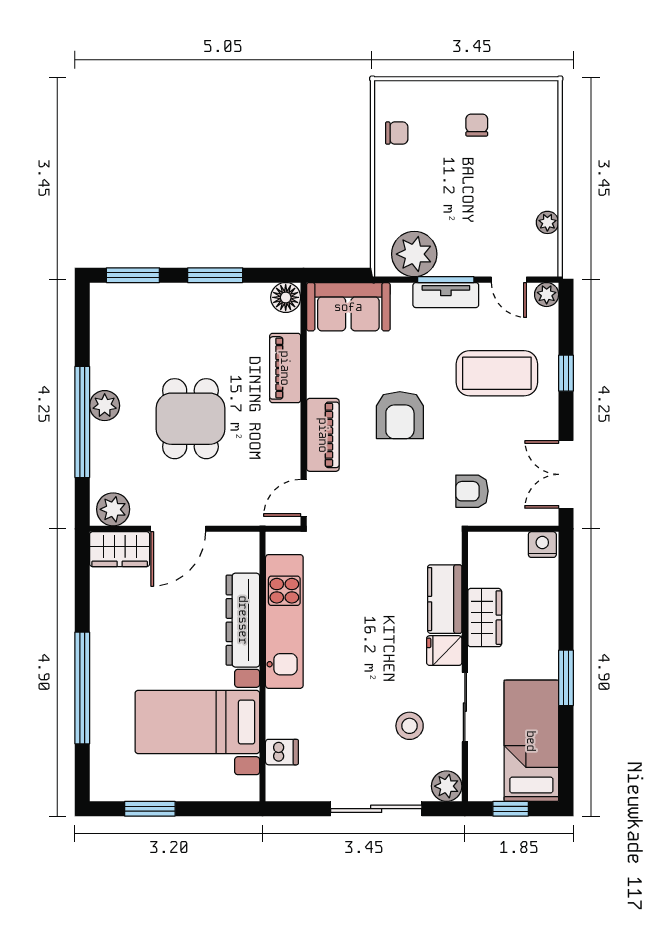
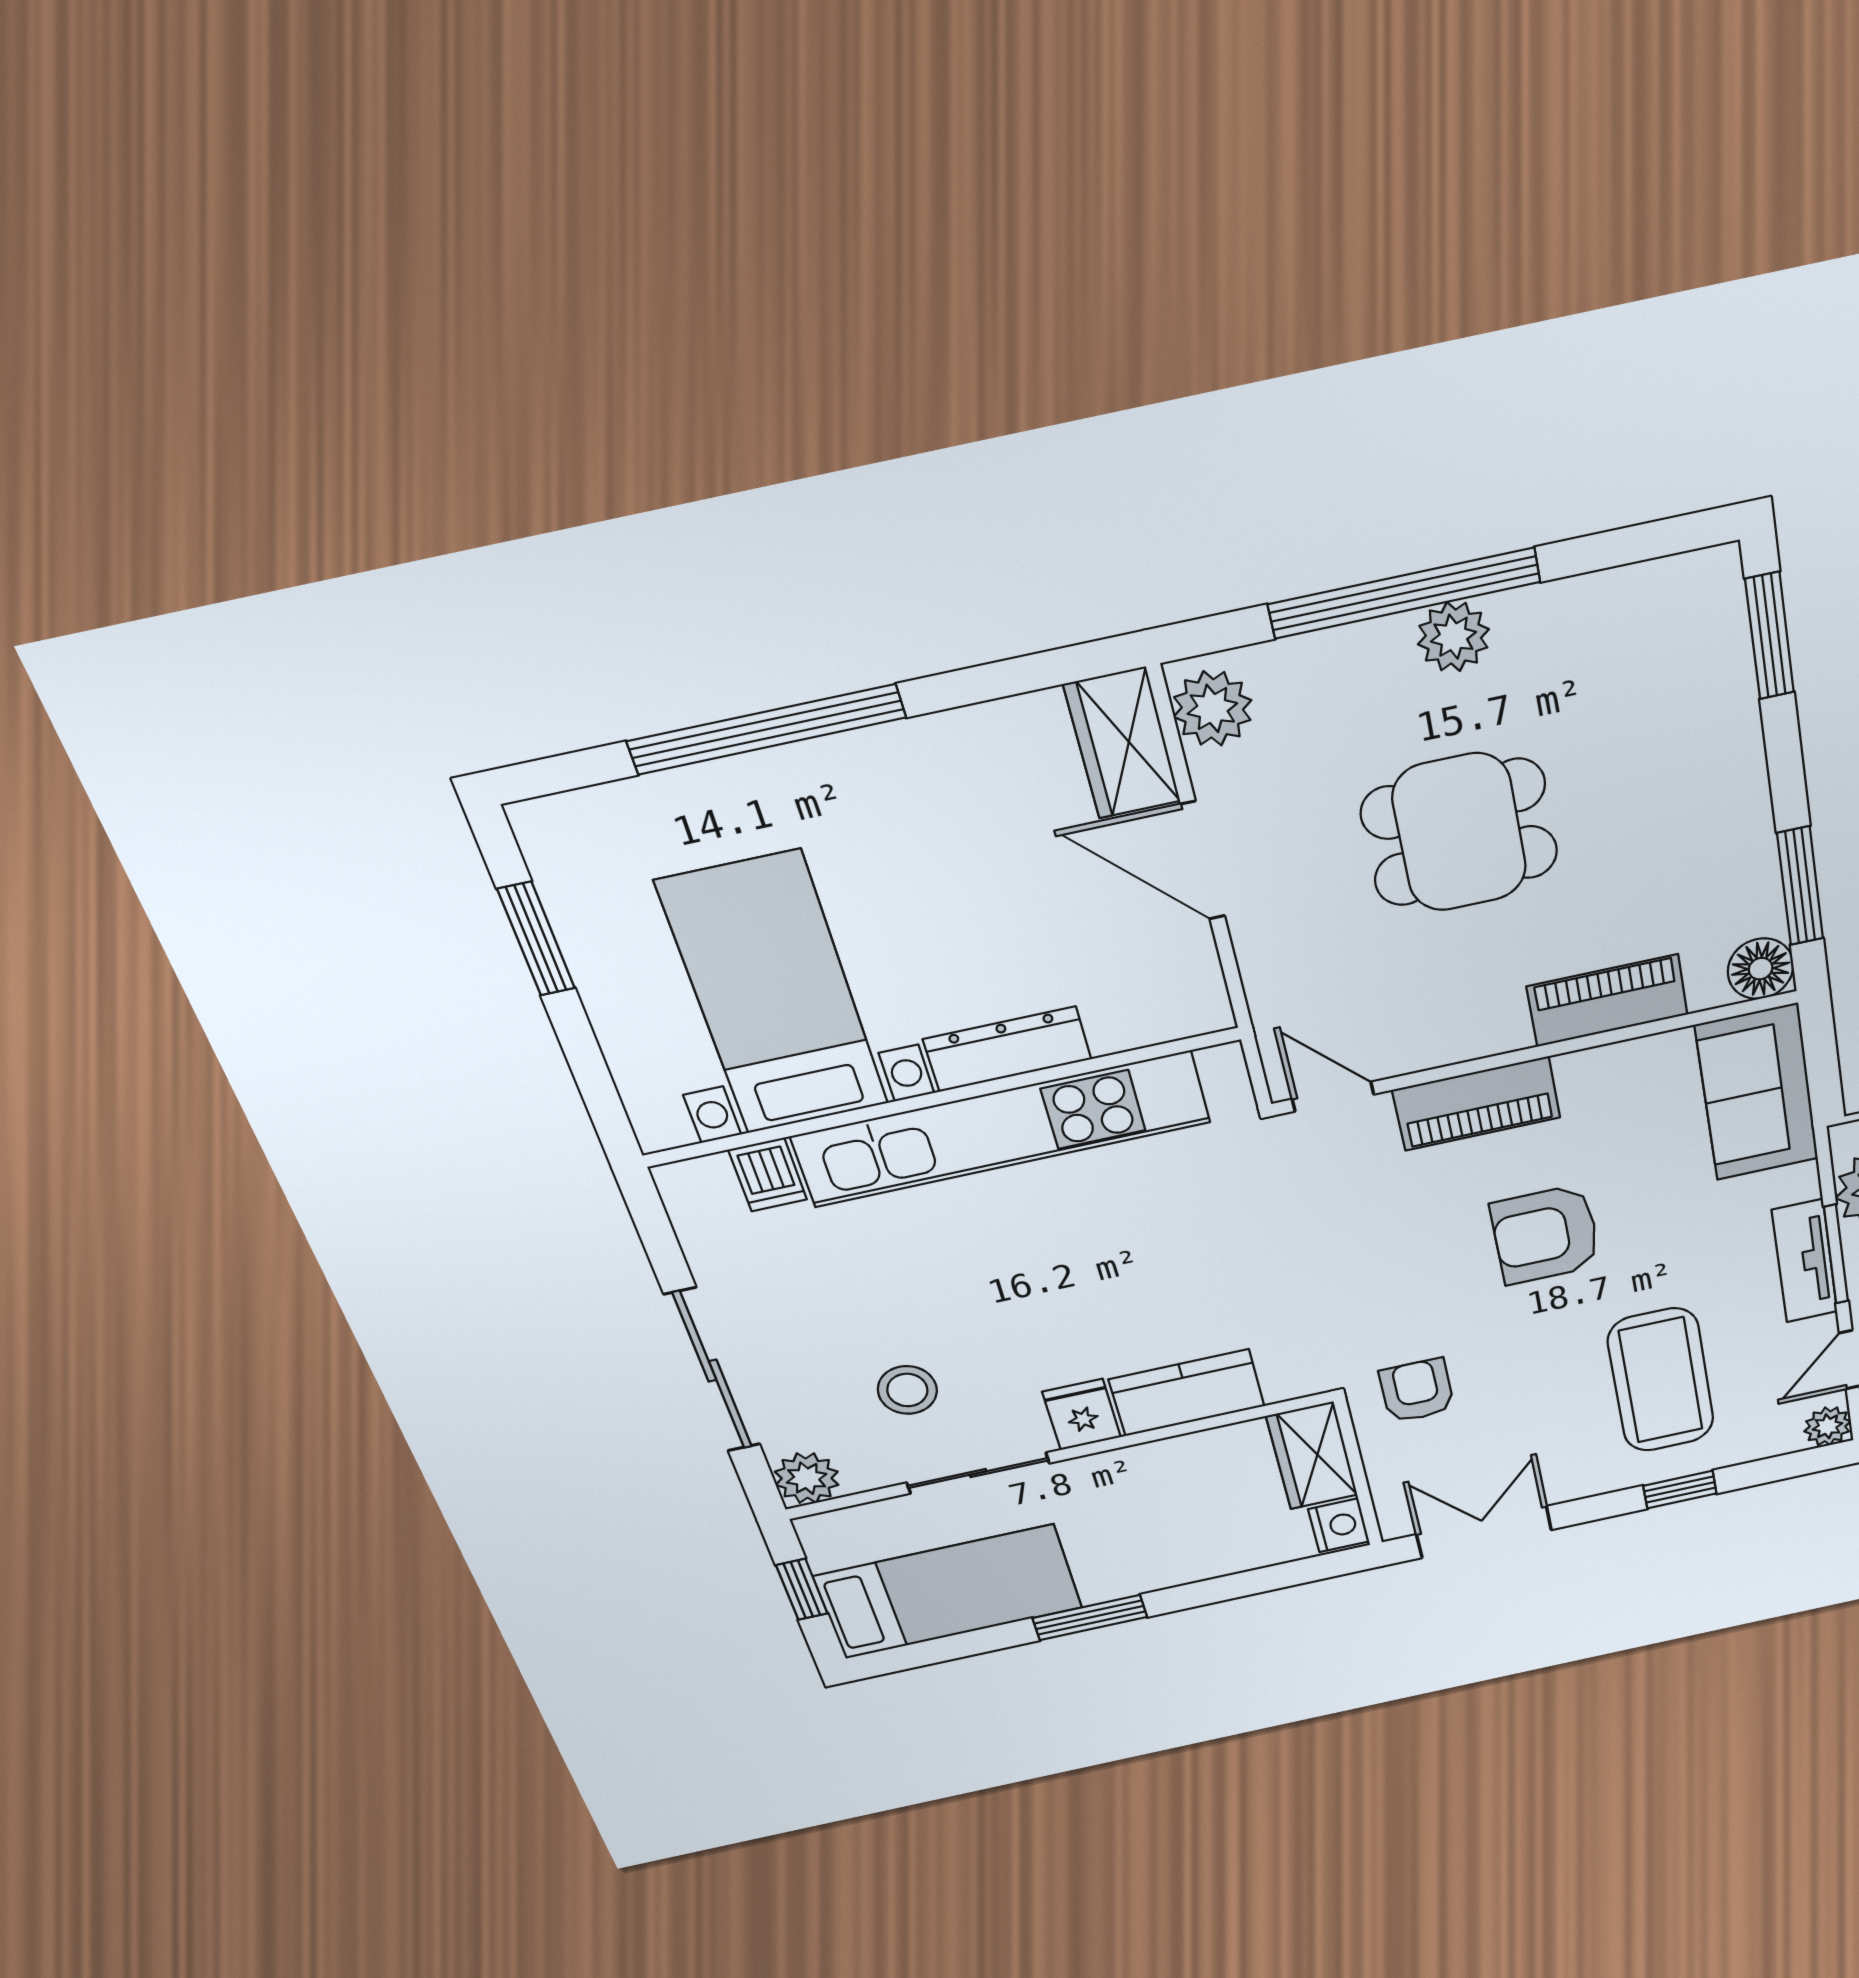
window: (215, 275) -> (1800, 886), moved
wardrobe: (485, 618) -> (1312, 1456), moved, turned 90
dresser: (243, 620) -> (1007, 1049), width x0.73, depth x0.80
kitchen unit: (284, 621) -> (1002, 1129), width x1.36

